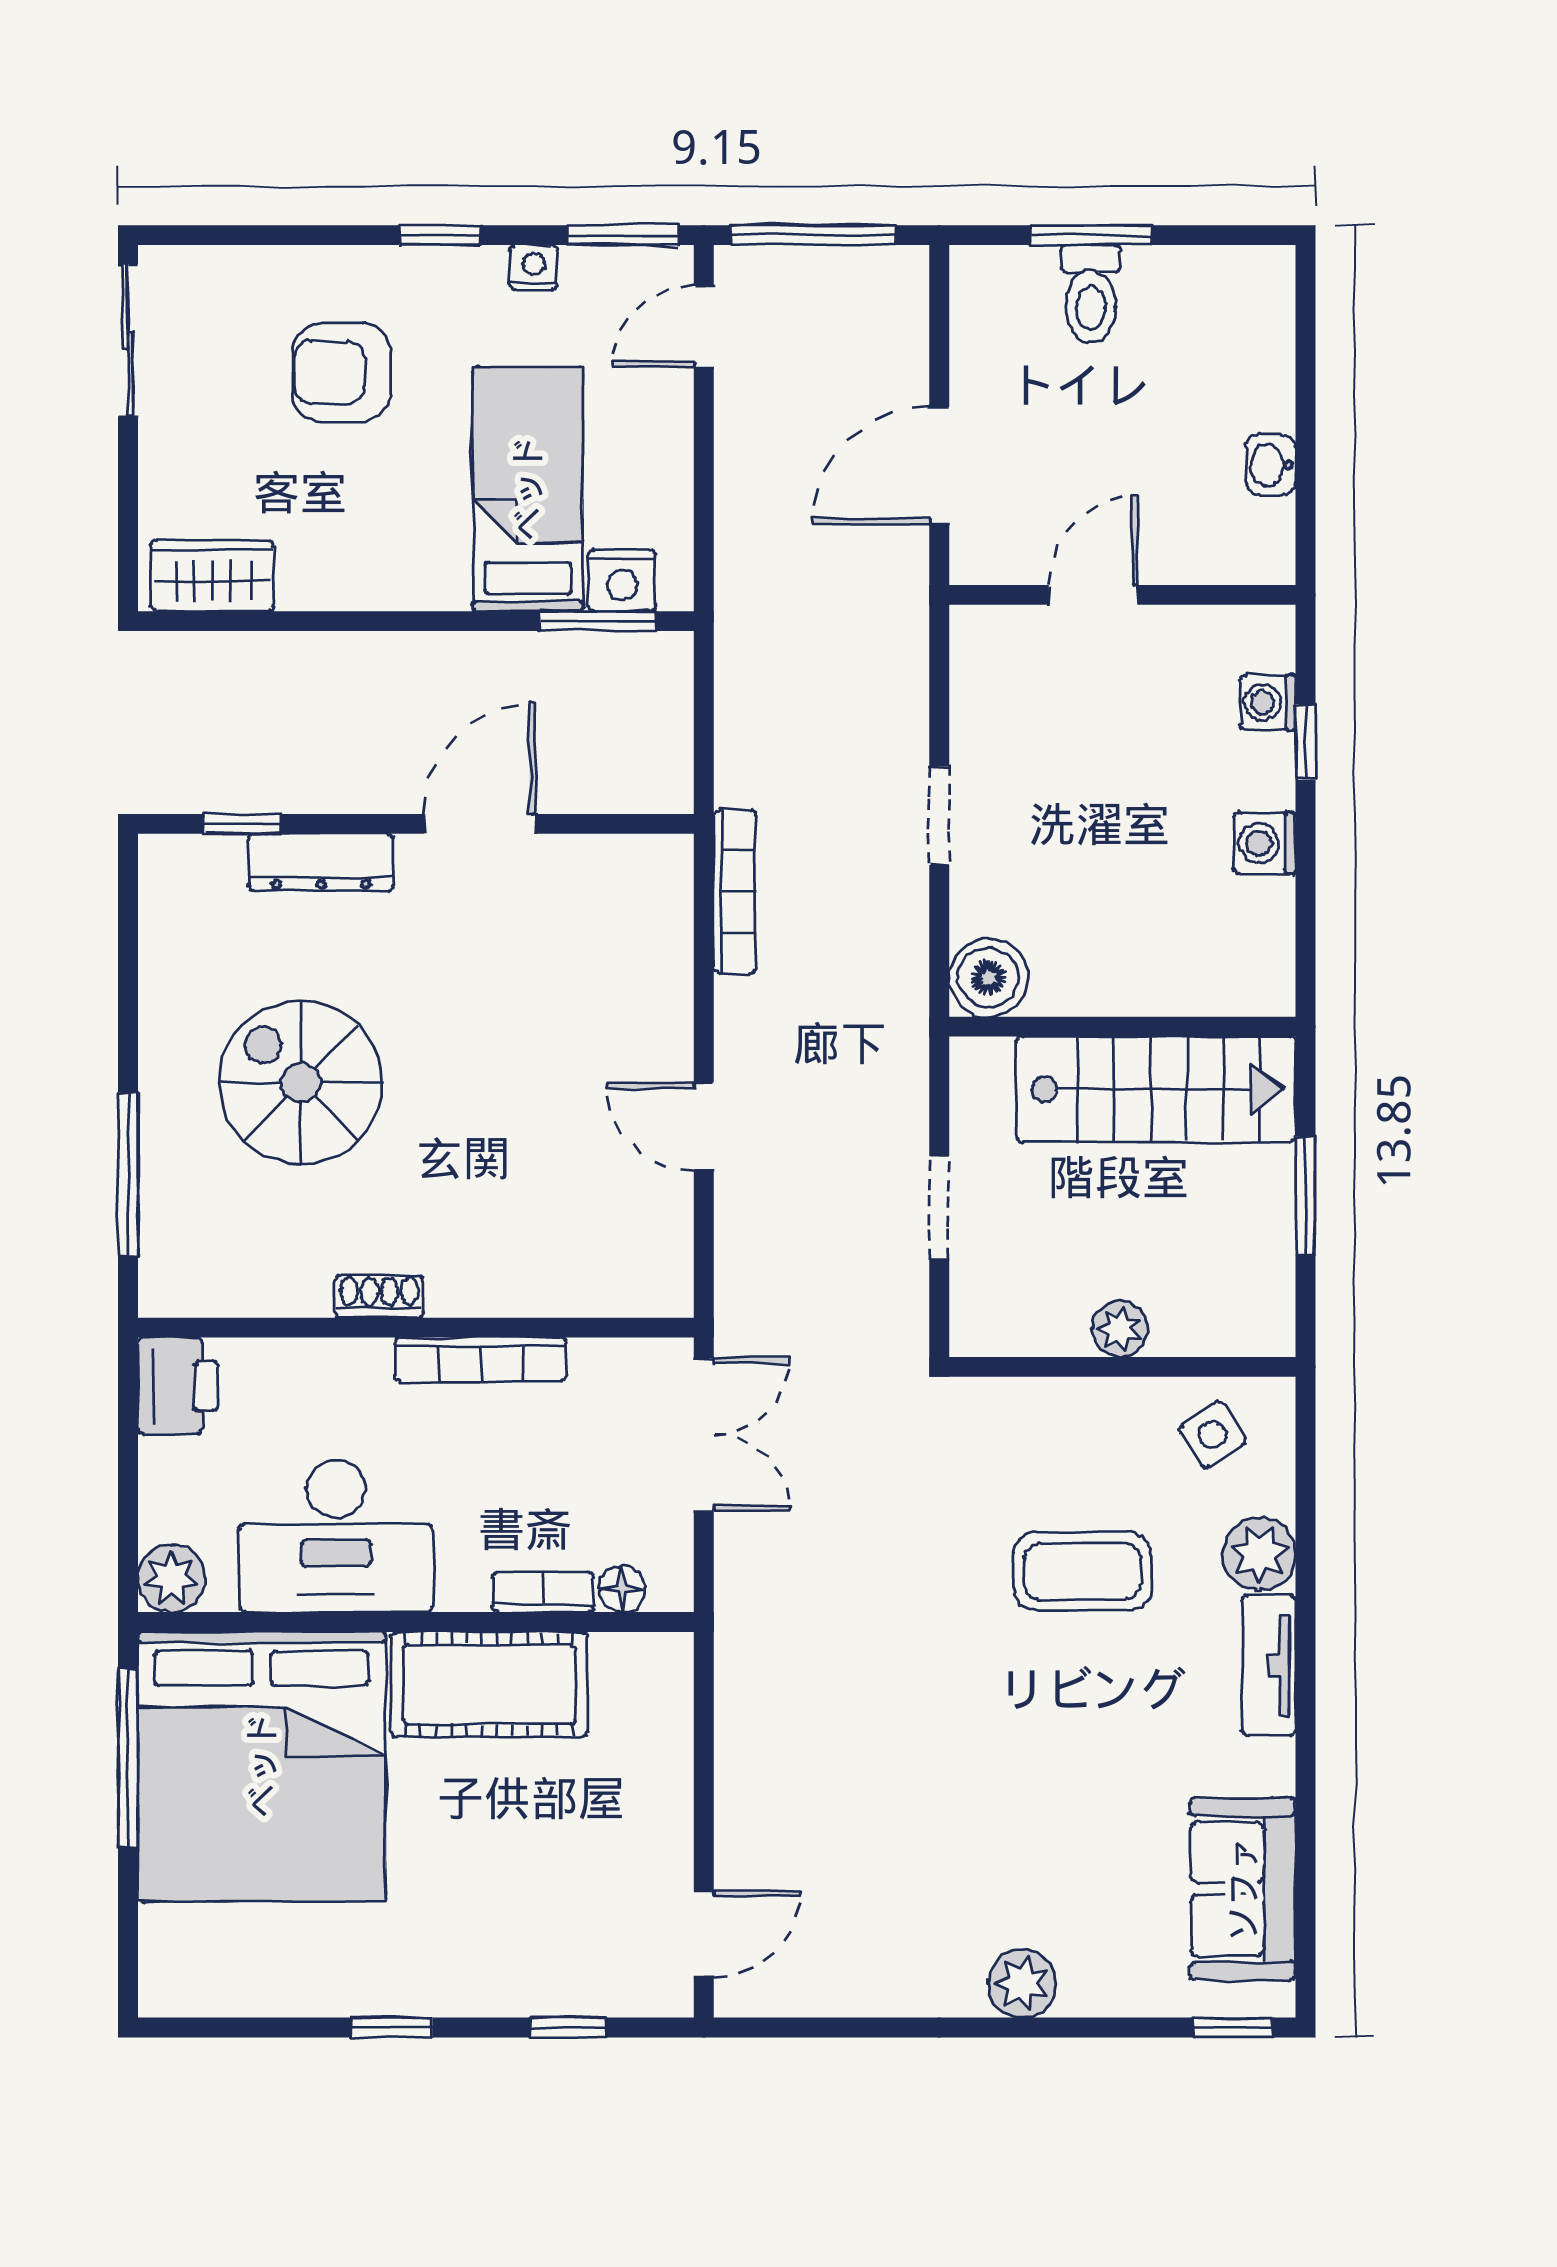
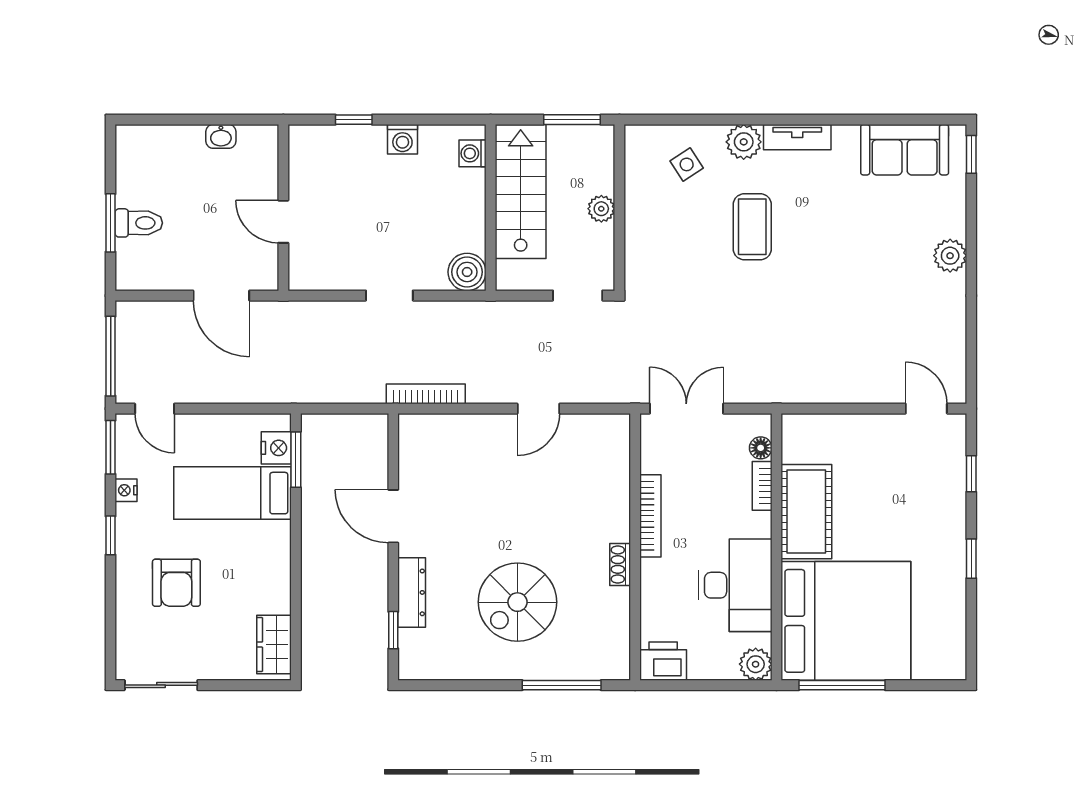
washing machine: (1268, 702) -> (473, 153), moved, turned 90
plant: (1120, 1329) -> (601, 209), moved
wall: (1122, 1367) -> (619, 208), moved

